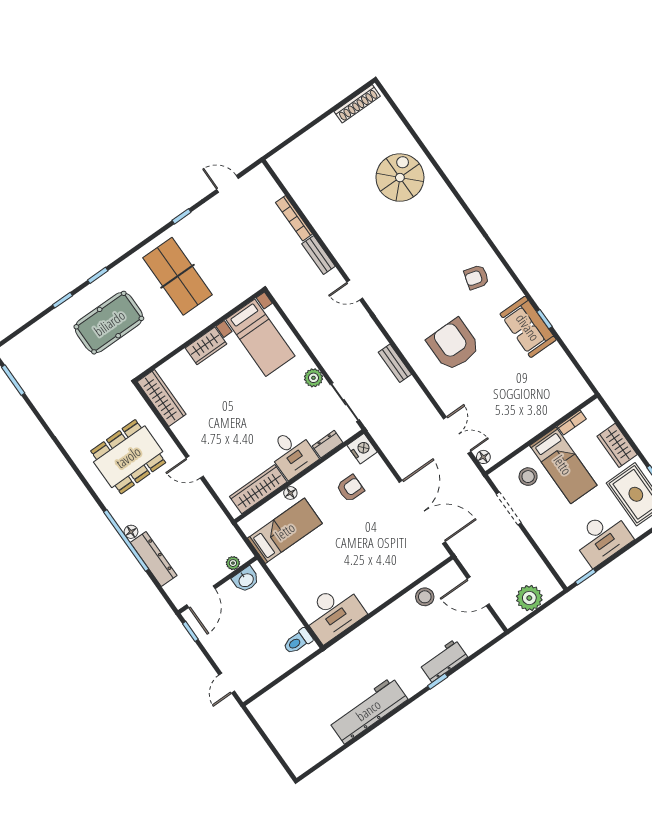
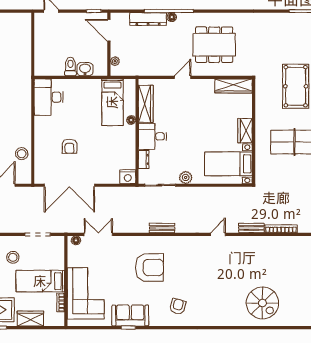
corner sofa: (539, 400) -> (86, 293), added
double door: (457, 435) -> (98, 234), swing flipped
dining table: (128, 457) -> (214, 45), turned 90
stool: (528, 477) -> (13, 257), moved
armchair: (350, 488) -> (70, 146), moved
washbasin: (246, 580) -> (85, 69), moved, turned 90
toilet: (298, 641) -> (70, 66), moved

